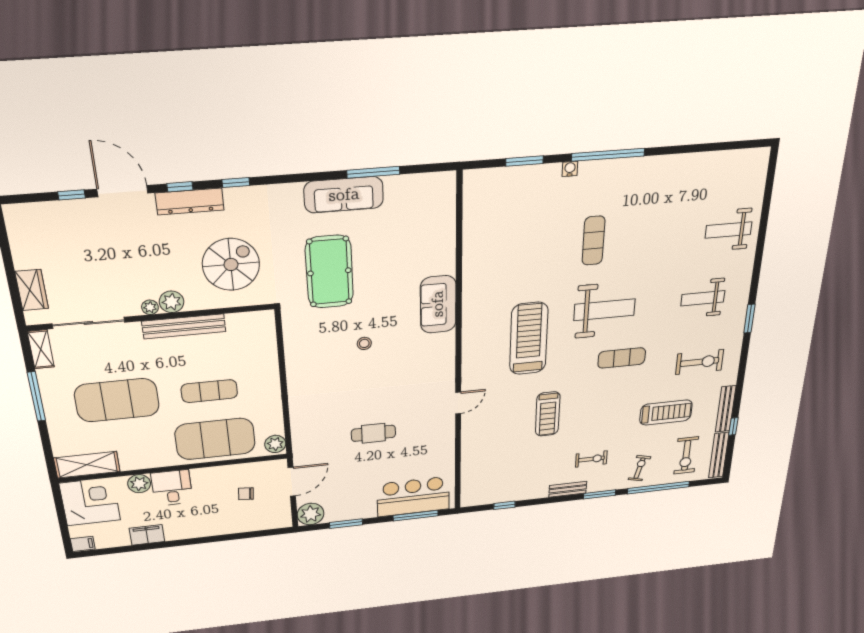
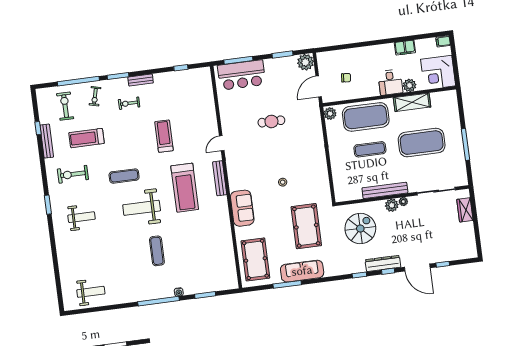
pool table: (426, 219) -> (255, 259), added
weight bench: (729, 230) -> (91, 292), moved
spiral stairs: (231, 265) -> (360, 229), turned 180
shelving: (41, 349) -> (462, 174), removed
bench: (719, 455) -> (220, 178), moved
shelving: (87, 465) -> (412, 102), moved

